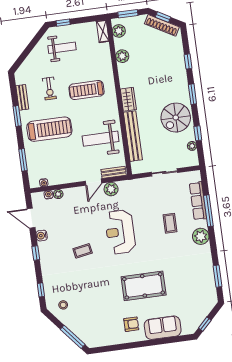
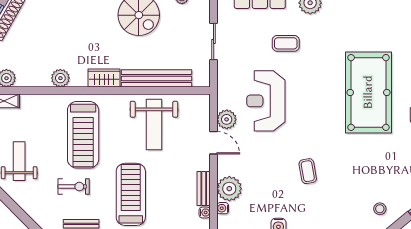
plant: (122, 56) -> (60, 78), moved
treadmill: (87, 90) -> (83, 135), width x1.37, depth x1.38
bench: (114, 172) -> (204, 189), moved
plant: (58, 194) -> (229, 189), width x1.87, depth x1.87
reception desk: (120, 232) -> (266, 101), moved, turned 90
pool table: (144, 286) -> (368, 92), width x1.36, depth x1.32

